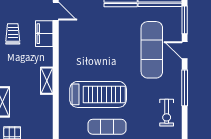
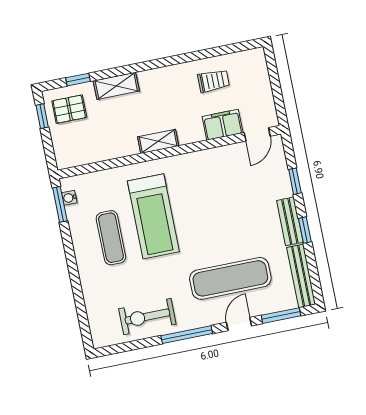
exercise bike: (167, 113) -> (147, 317), width x1.38, depth x1.39

